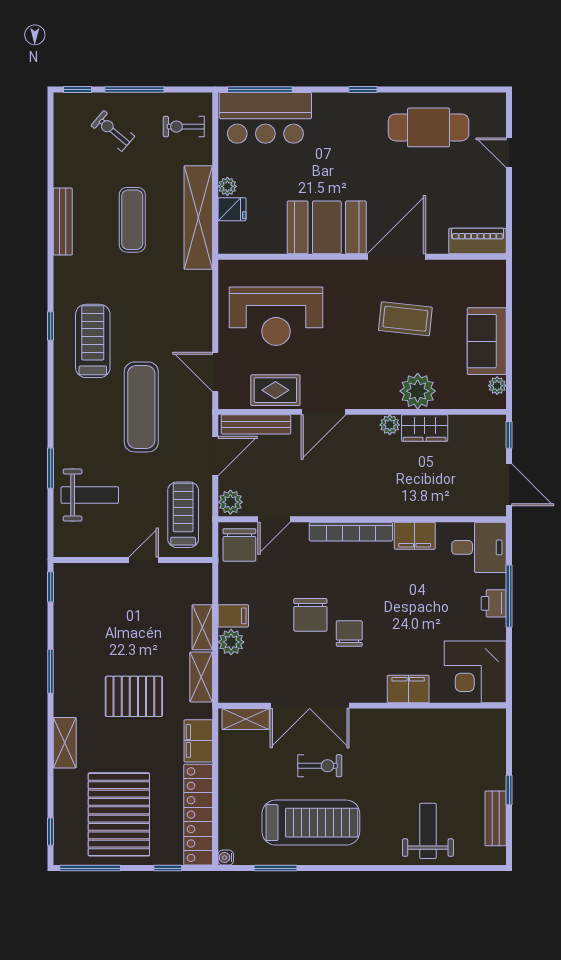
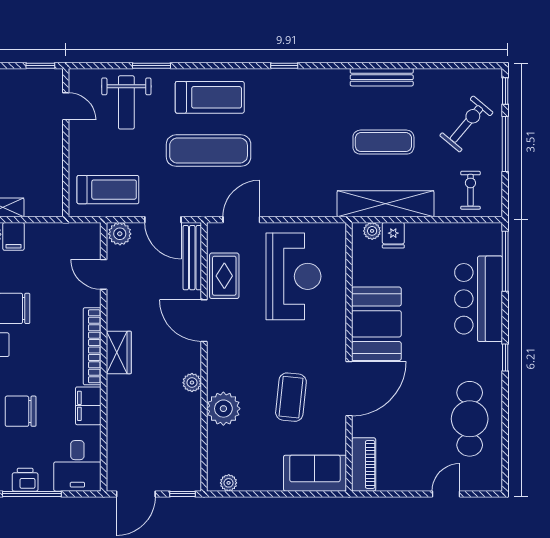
bar counter: (265, 118) -> (479, 299), moved
exercise bike: (113, 131) -> (466, 124), width x1.38, depth x1.39
plant: (227, 186) -> (372, 231), moved
door: (396, 257) -> (349, 389), hinge flipped
reception desk: (276, 316) -> (293, 276), turned 180
treadmill: (93, 341) -> (210, 97), moved
sofa: (487, 341) -> (315, 473), moved
wardrobe: (425, 428) -> (119, 352), moved, turned 180
chair: (239, 545) -> (21, 411), moved
door: (144, 560) -> (66, 106), moved

